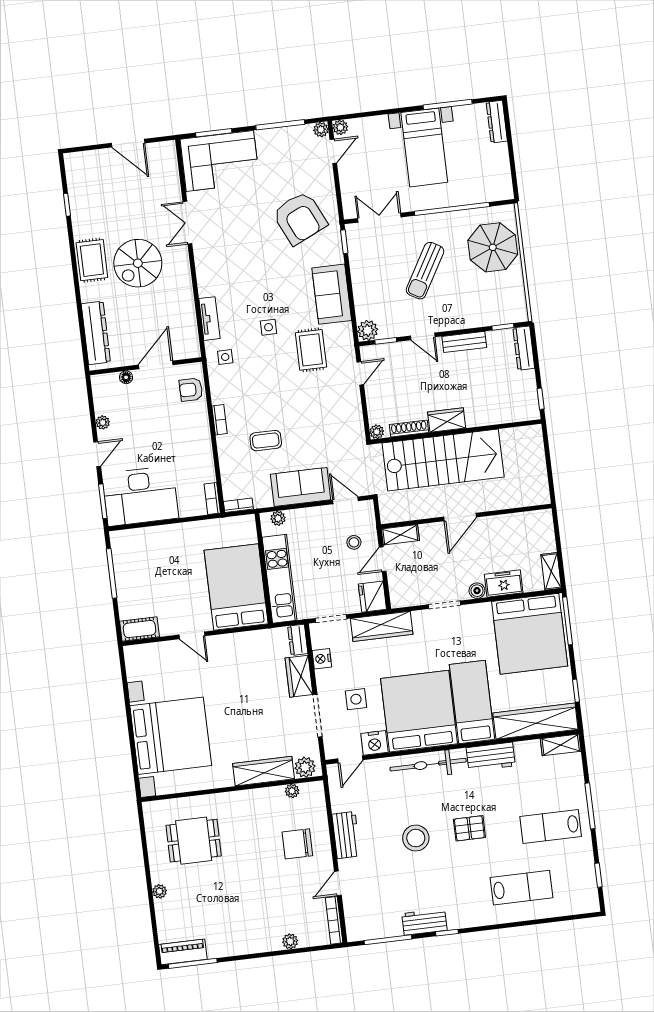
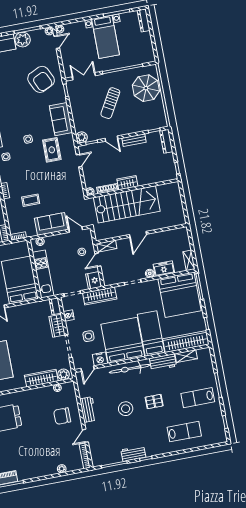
plant: (270, 142) -> (23, 40), added
shelving: (561, 745) -> (186, 356), moved

